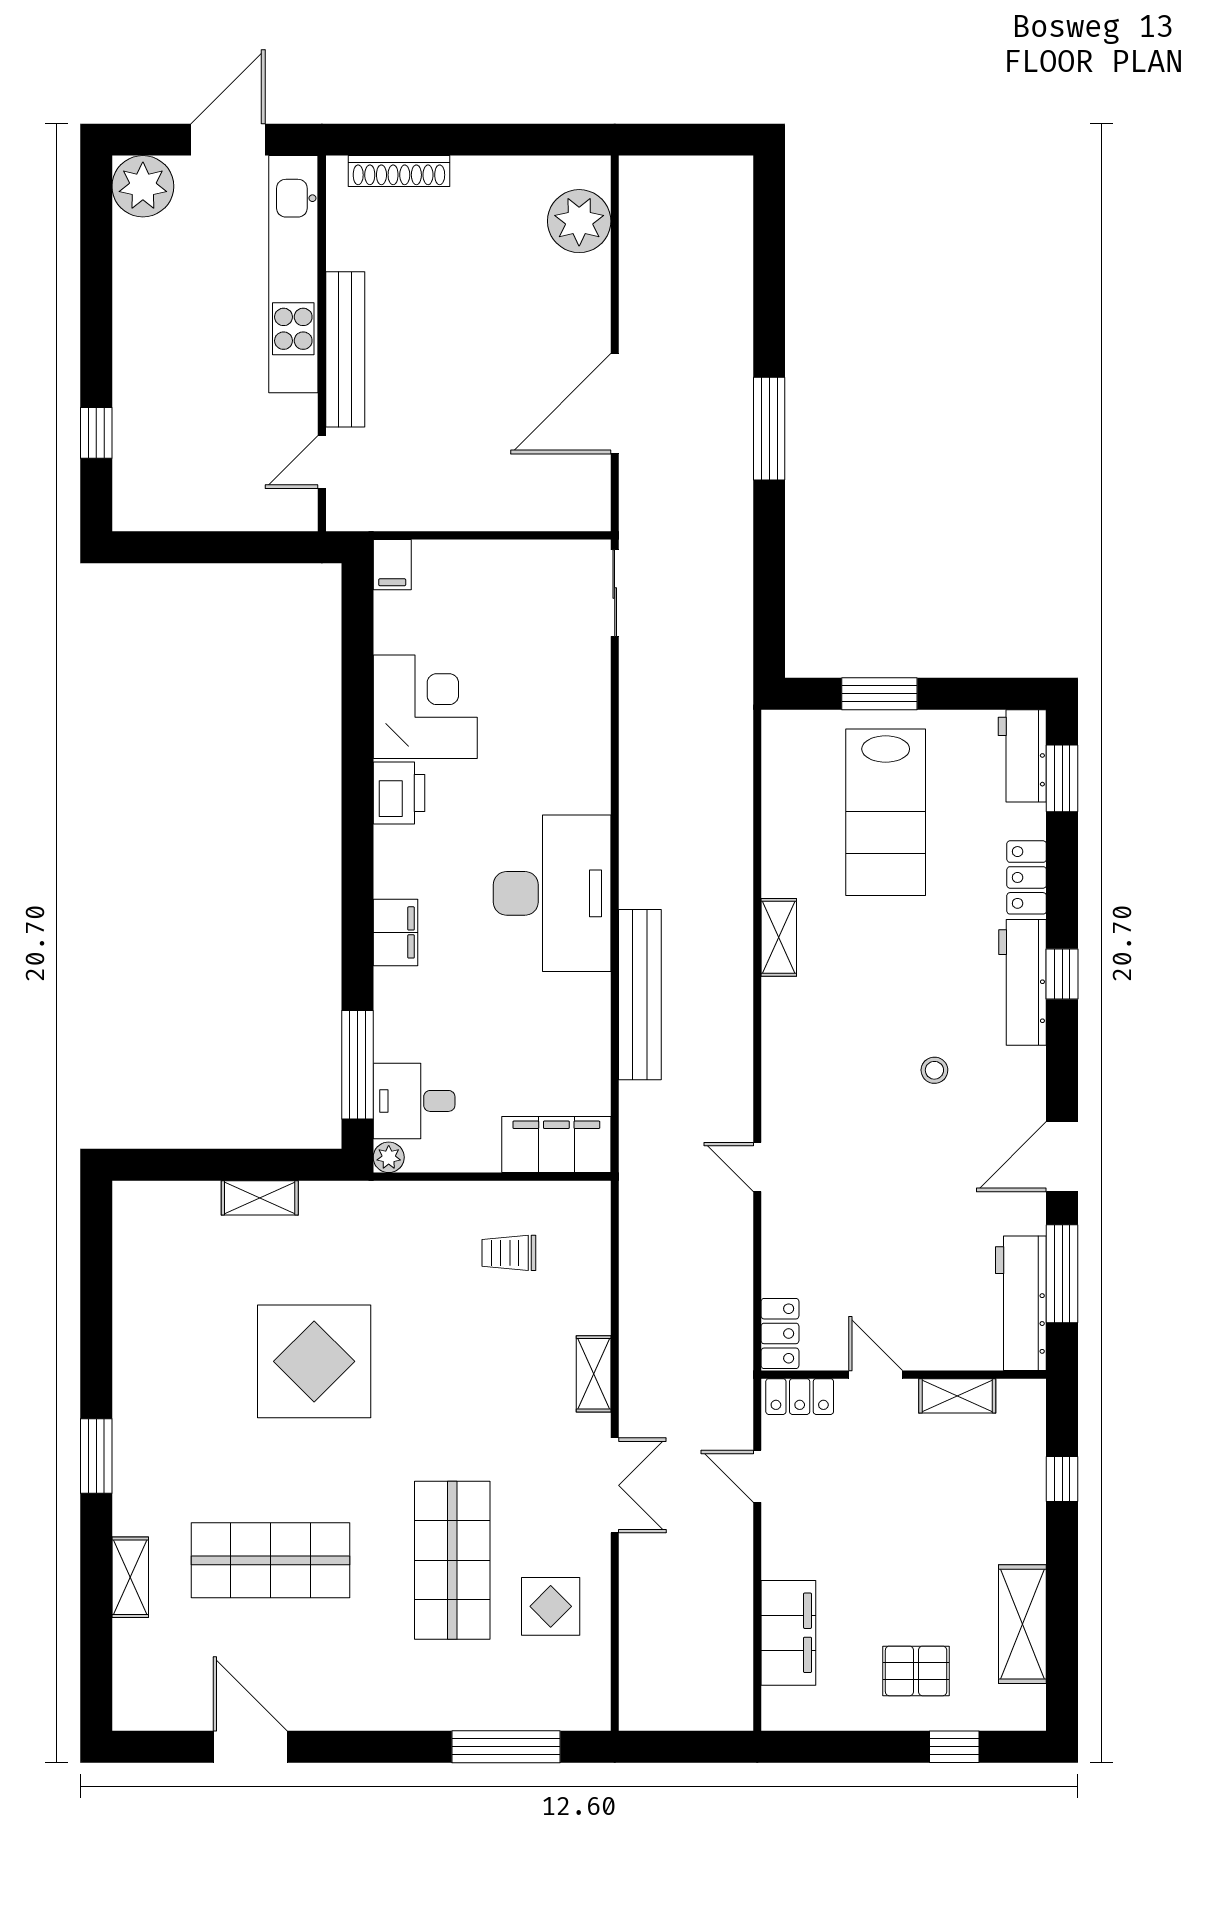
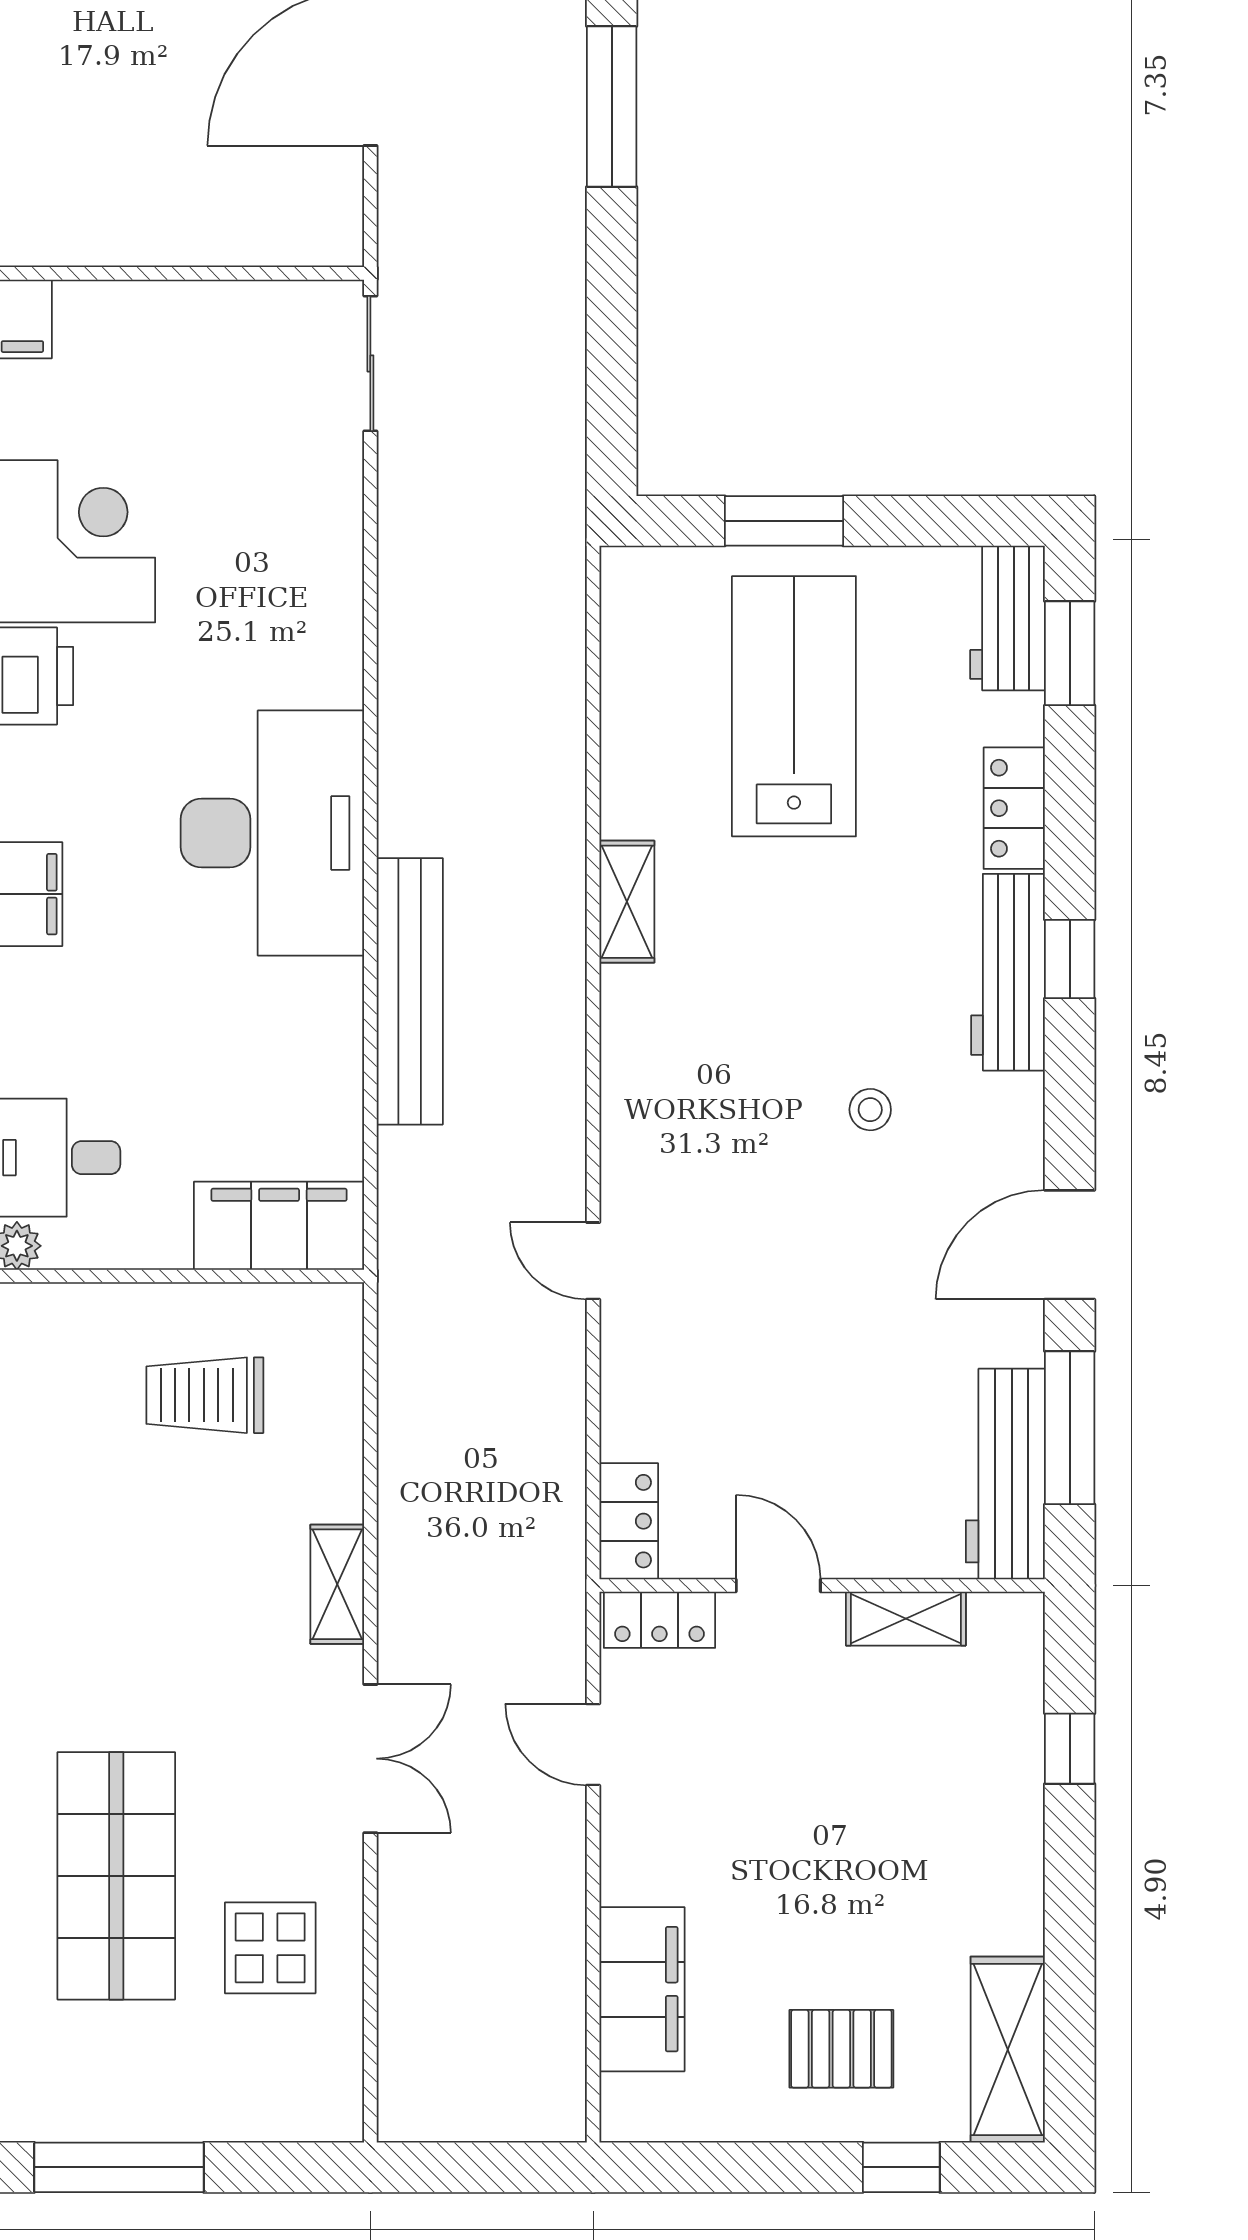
lab bench: (886, 812) -> (794, 706), turned 180
trolley: (509, 1253) -> (205, 1395), width x1.36, depth x1.39
shelving: (1022, 1624) -> (1008, 2050), moved
window: (506, 1747) -> (119, 2167), moved

